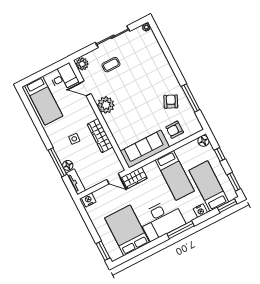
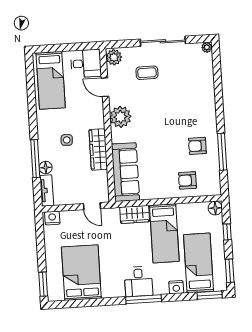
armchair: (171, 102) -> (197, 146), turned -115
sofa: (145, 149) -> (125, 172), moved, turned 90
wardrobe: (134, 178) -> (135, 214), moved
desk: (161, 220) -> (139, 281), width x0.53, depth x0.77

